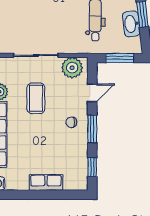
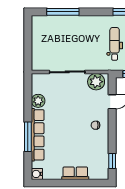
coffee table: (36, 98) -> (67, 106), removed
window: (92, 129) -> (112, 131), removed

